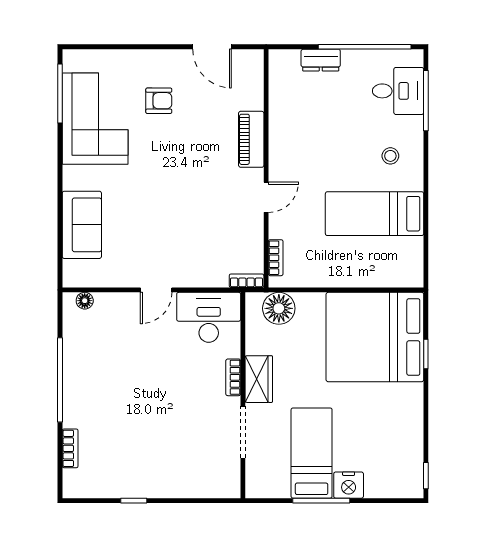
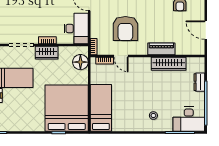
door: (212, 47) -> (206, 30), hinge flipped
desk: (398, 91) -> (189, 119), width x1.37
wardrobe: (282, 124) -> (169, 64), added
door: (266, 197) -> (121, 56), moved
armchair: (209, 214) -> (125, 29), added
bed: (375, 214) -> (101, 108), moved

